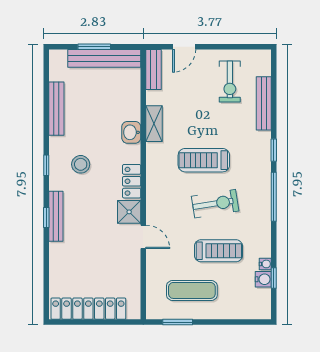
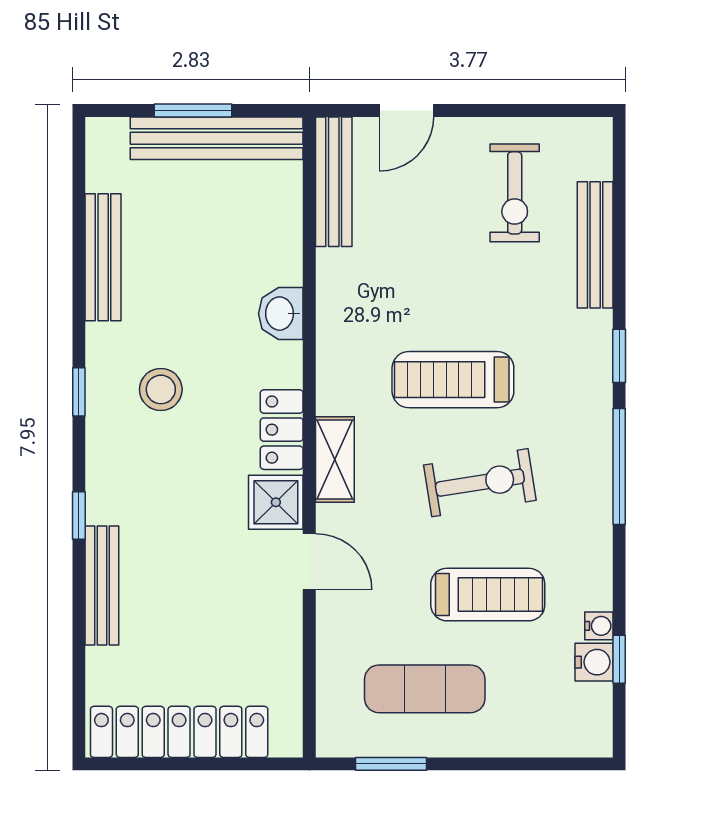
bench: (154, 69) -> (334, 182), width x1.36
shelving: (154, 124) -> (335, 460), moved
bench: (56, 216) -> (102, 585), moved

